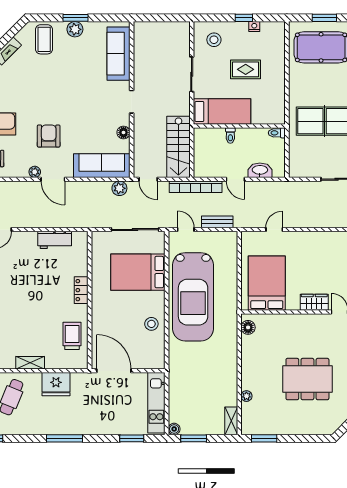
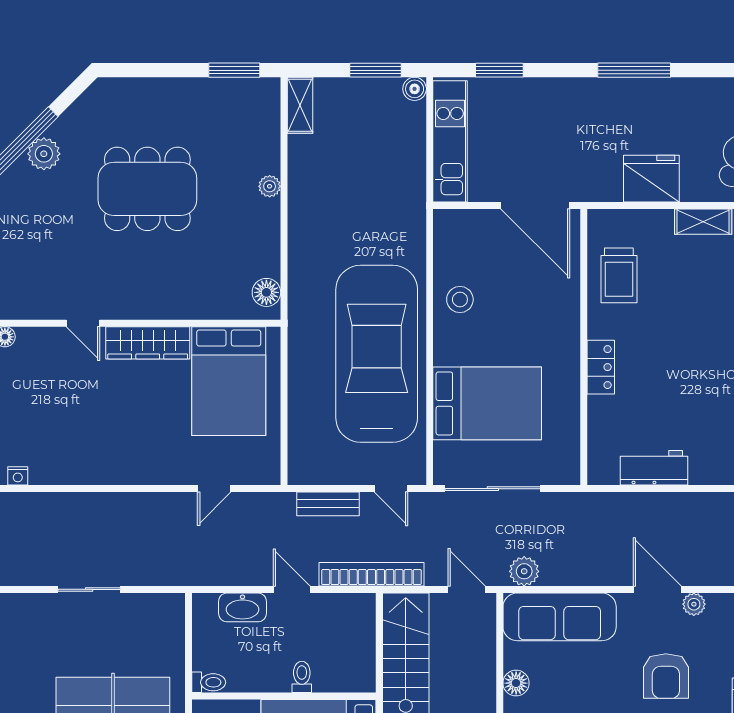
wardrobe: (314, 302) -> (148, 343), width x1.50
plant: (246, 396) -> (270, 186), moved

